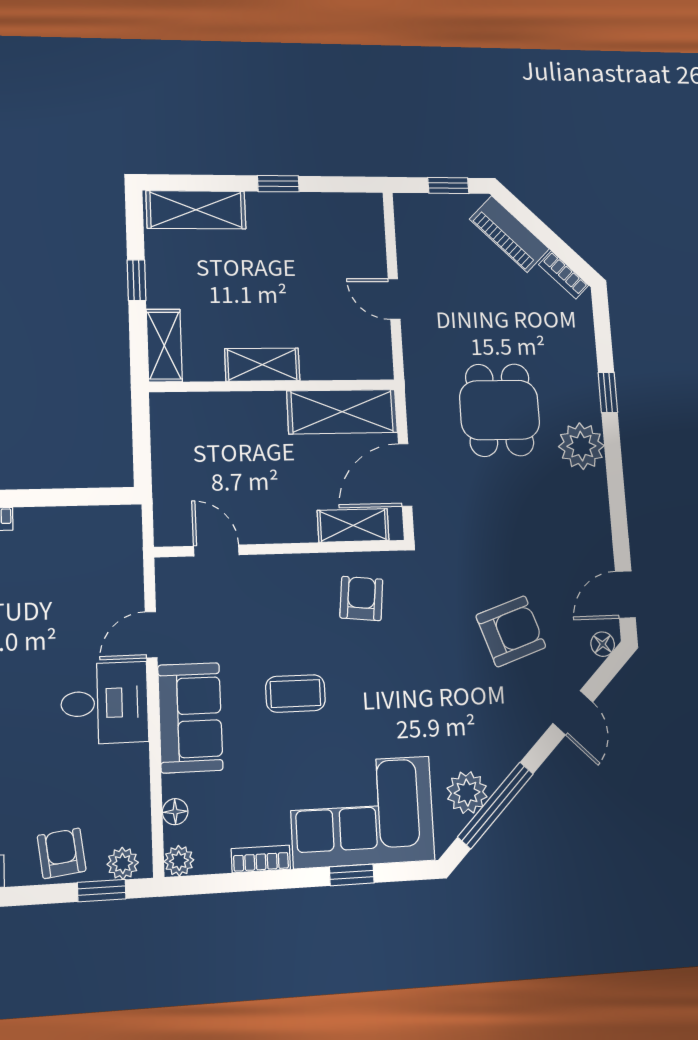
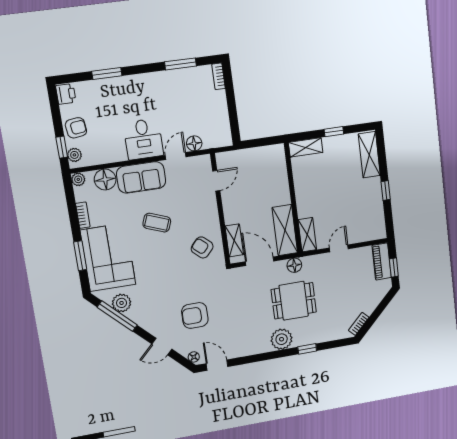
piano: (509, 234) -> (382, 261), moved, turned -45
shelving: (262, 365) -> (307, 235), moved
floor lamp: (421, 400) -> (294, 265), added
floor lamp: (127, 590) -> (194, 143), added
armchair: (361, 598) -> (202, 247), turned -144
armchair: (511, 631) -> (195, 315), turned 109
door: (151, 635) -> (176, 156), hinge flipped
coffee table: (295, 694) -> (157, 223), turned -69
floor lamp: (175, 812) -> (105, 180), width x1.89, depth x1.89
window: (352, 875) -> (80, 256), width x1.50

